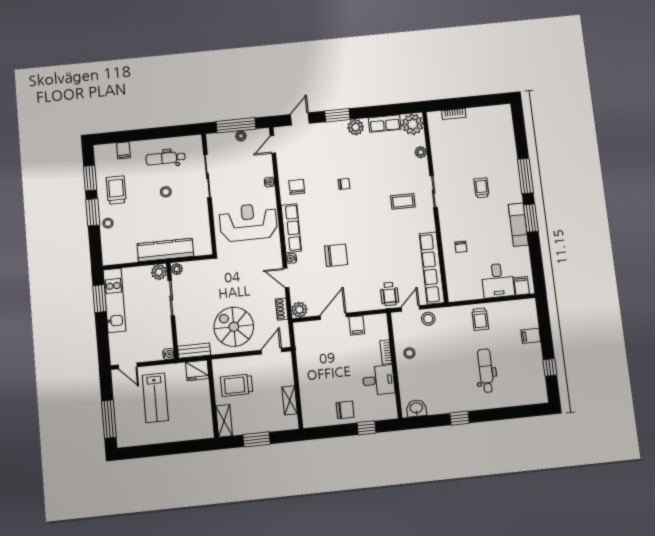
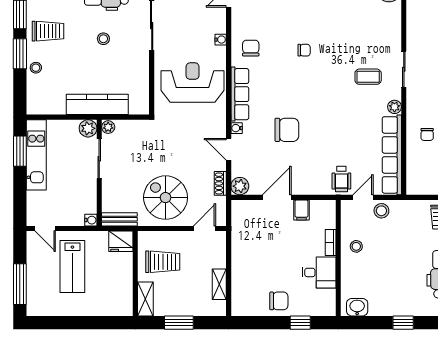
plant: (421, 152) -> (395, 107), moved
trolley: (116, 190) -> (48, 31), turned 90
trolley: (237, 385) -> (163, 262), turned 180

